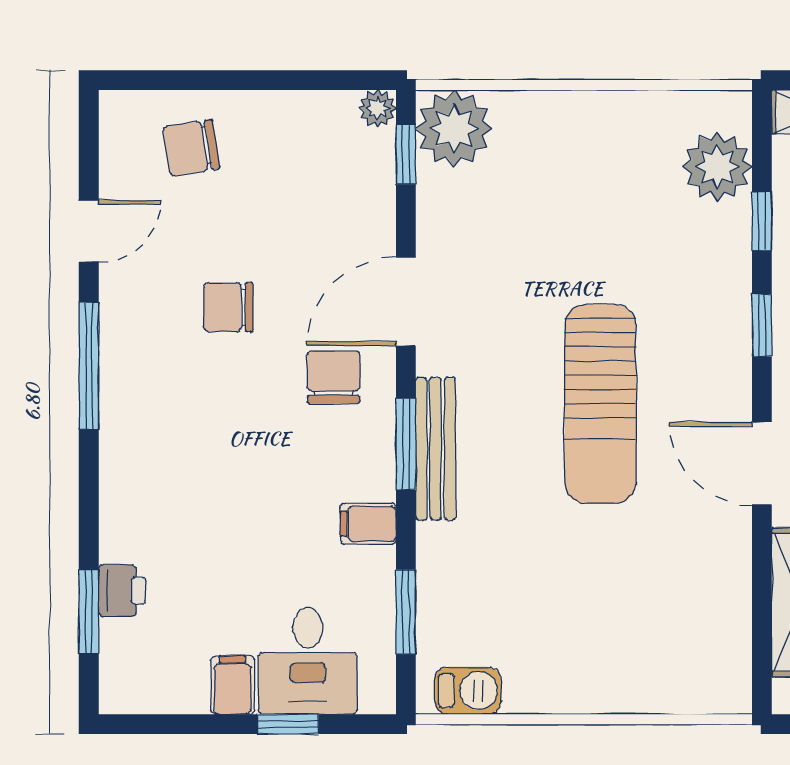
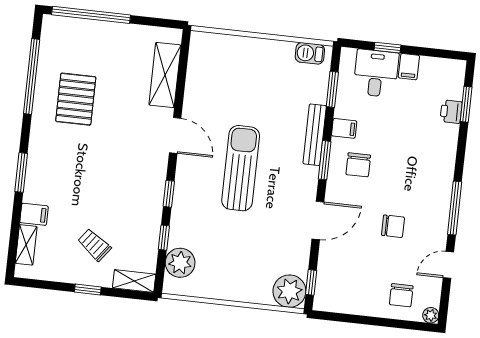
plant: (377, 109) -> (431, 315), moved
chair: (191, 148) -> (401, 295), turned 99
chair: (333, 377) -> (358, 165), moved
bench: (436, 449) -> (315, 135), moved

